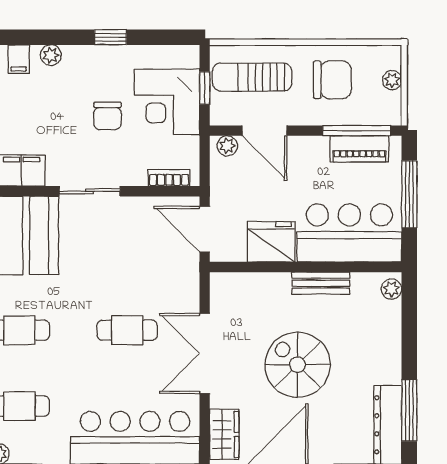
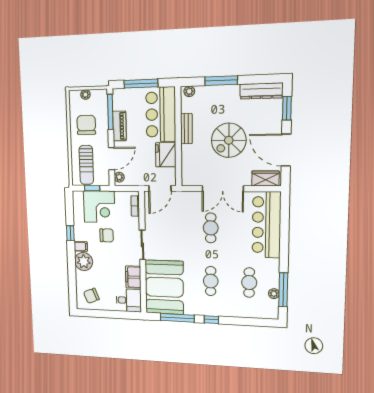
plant: (51, 55) -> (84, 262), width x1.87, depth x1.87
filing cabinet: (19, 59) -> (81, 246), moved
piano: (359, 149) -> (119, 126), moved
window: (409, 410) -> (221, 81), moved

